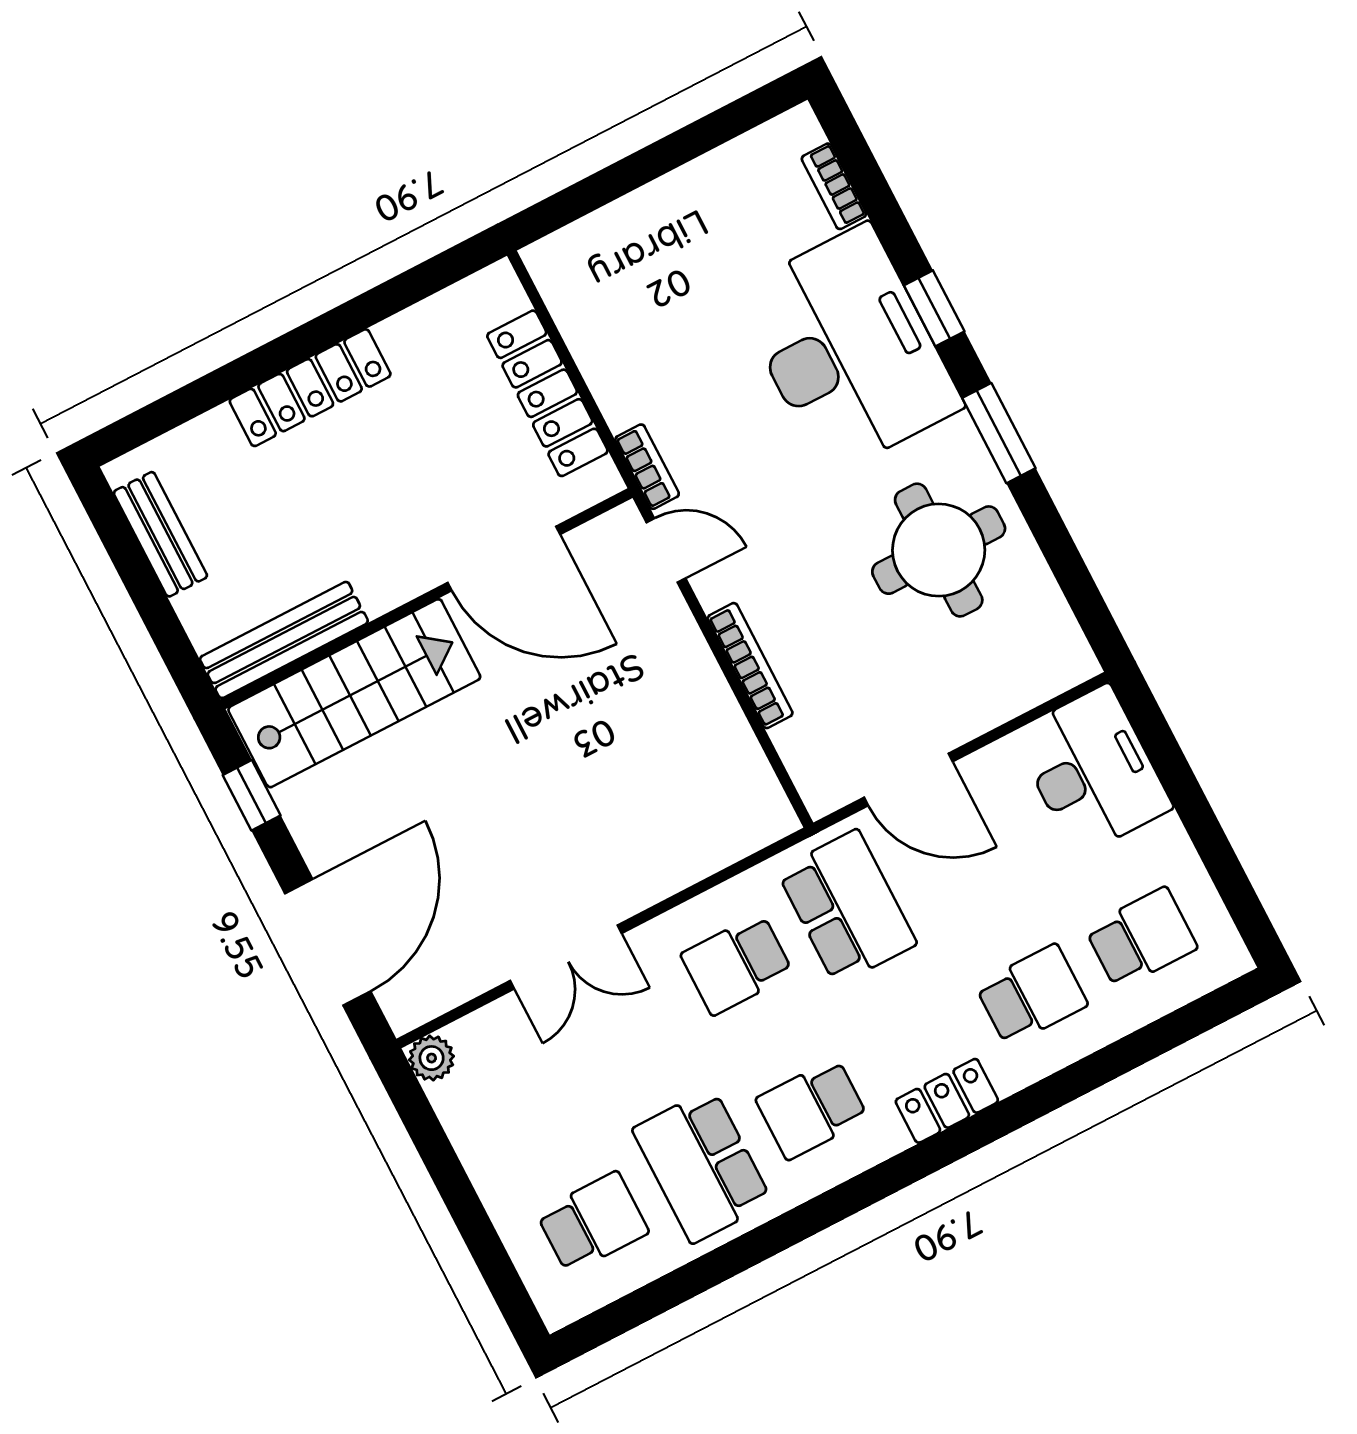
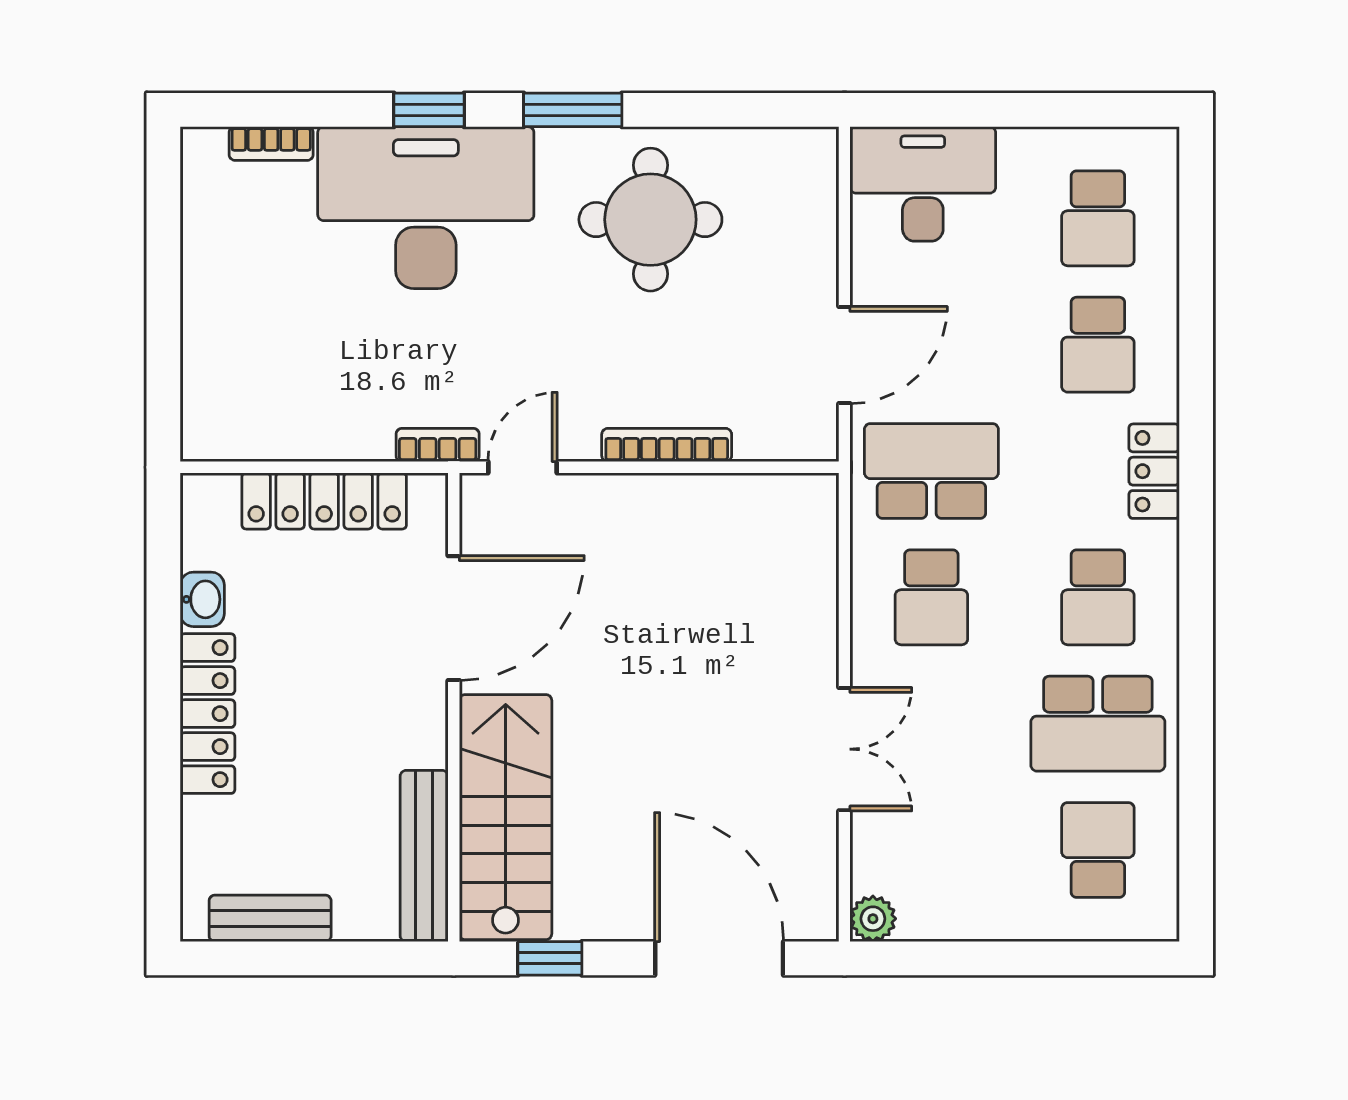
washbasin: (407, 332) -> (202, 599), added
school desk: (1141, 938) -> (1098, 218), turned 180
school desk: (1031, 995) -> (1098, 345), turned 180

